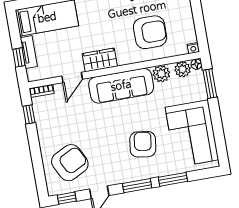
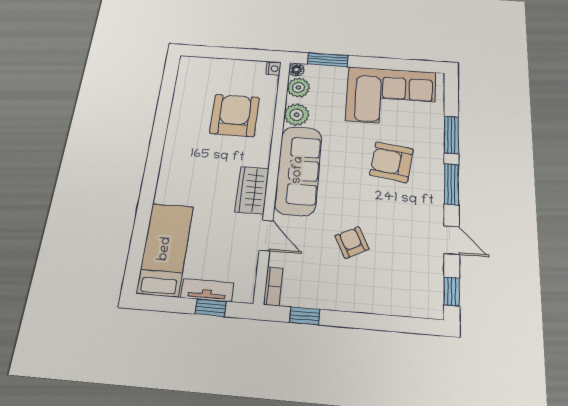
armchair: (70, 163) -> (352, 242), moved, width x0.53, depth x0.53

